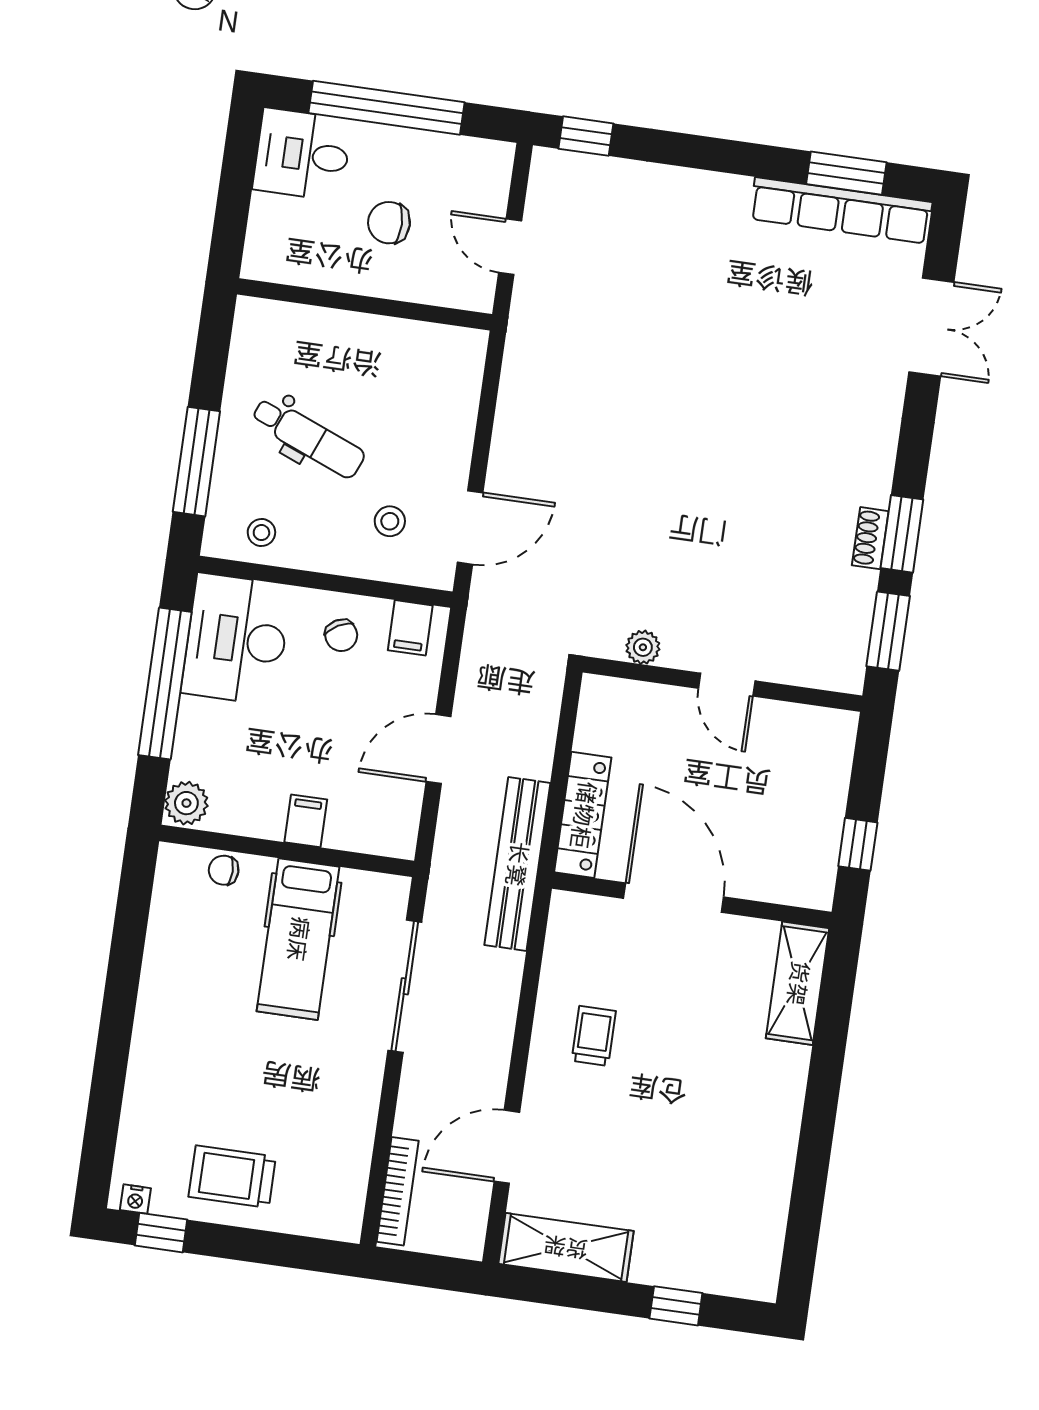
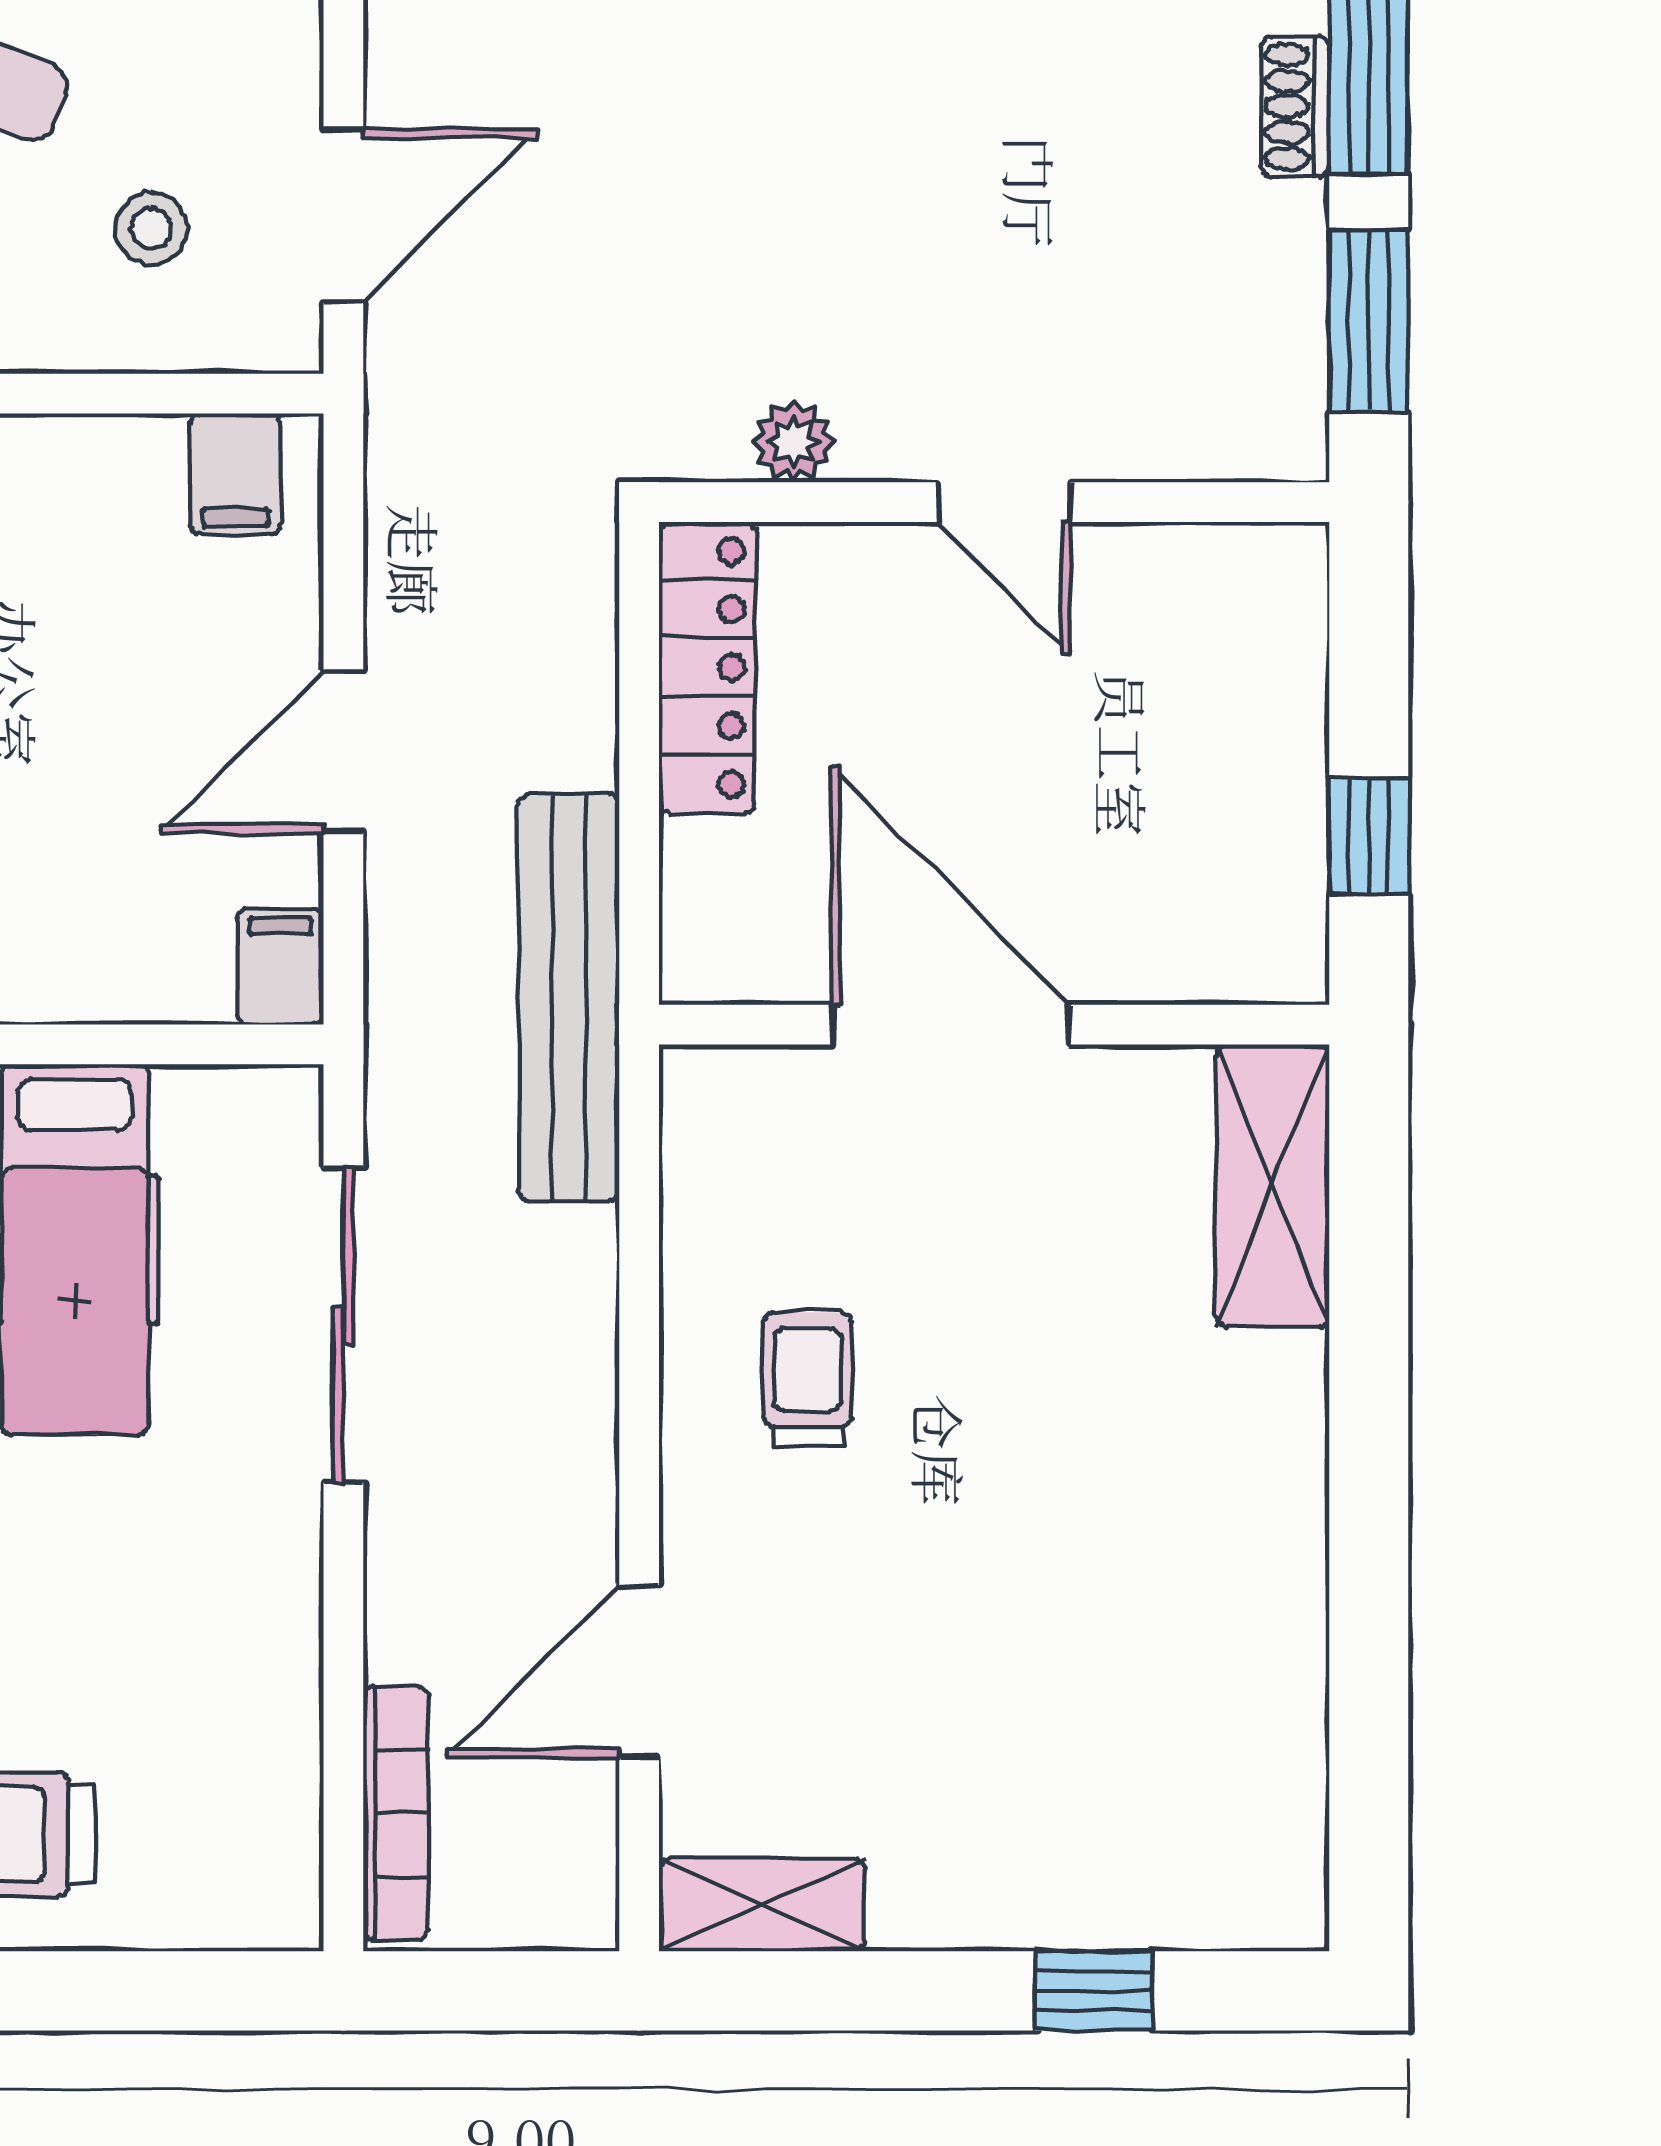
chair: (341, 635) -> (74, 515), removed
locker: (583, 815) -> (707, 668), moved
filing cabinet: (306, 821) -> (280, 967), moved
shelving: (566, 1247) -> (762, 1905), width x0.67, depth x0.75

